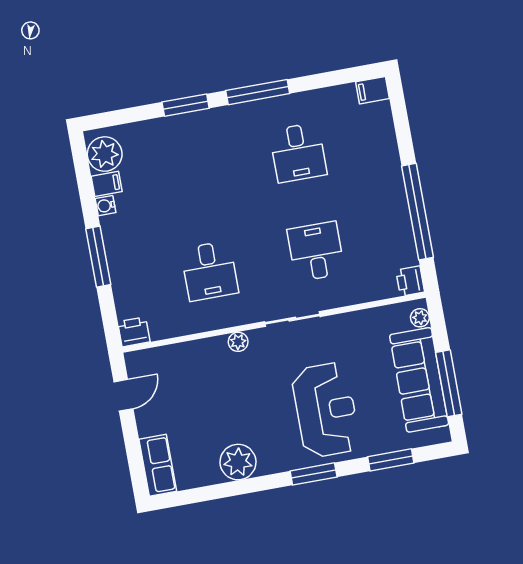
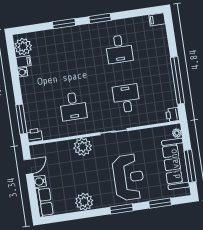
window: (258, 92) -> (100, 18), width x0.69
window: (98, 257) -> (21, 119), moved
plant: (238, 342) -> (83, 147), width x1.87, depth x1.87
water cooler: (148, 424) -> (40, 181), added

